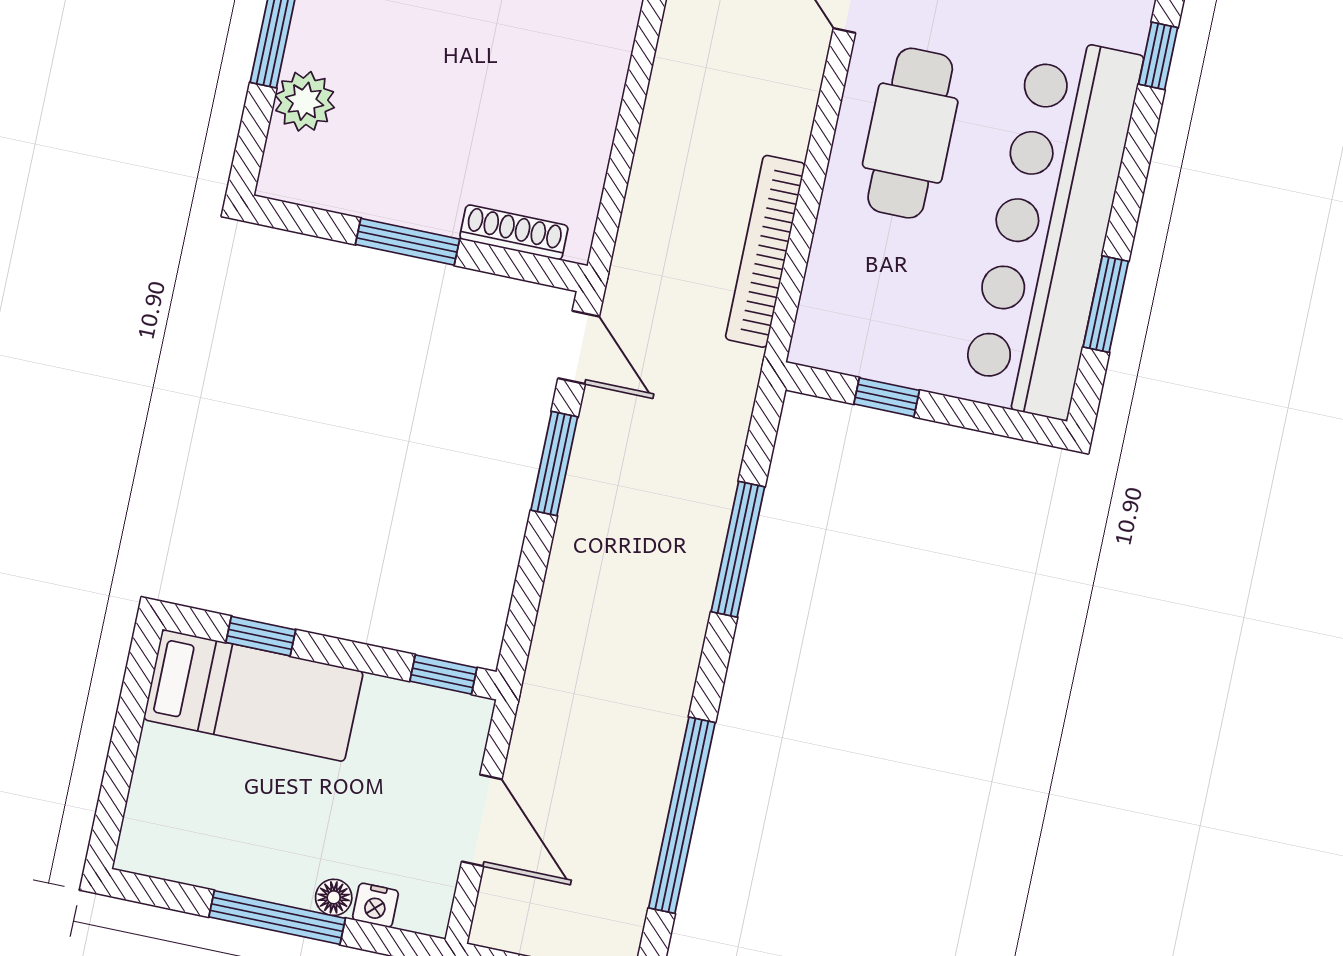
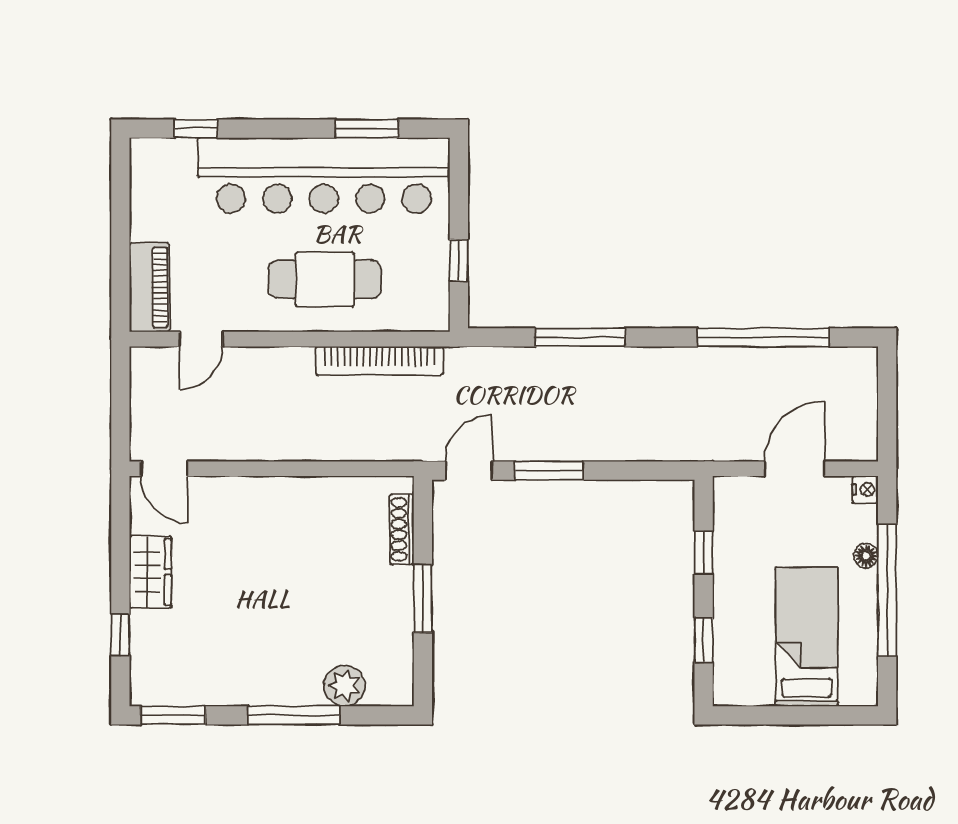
cafe table: (910, 133) -> (325, 279), moved
window: (443, 675) -> (704, 553), moved
bed: (253, 695) -> (807, 637), moved
nightstand: (376, 905) -> (865, 490), moved
window: (277, 918) -> (887, 590), width x1.46

